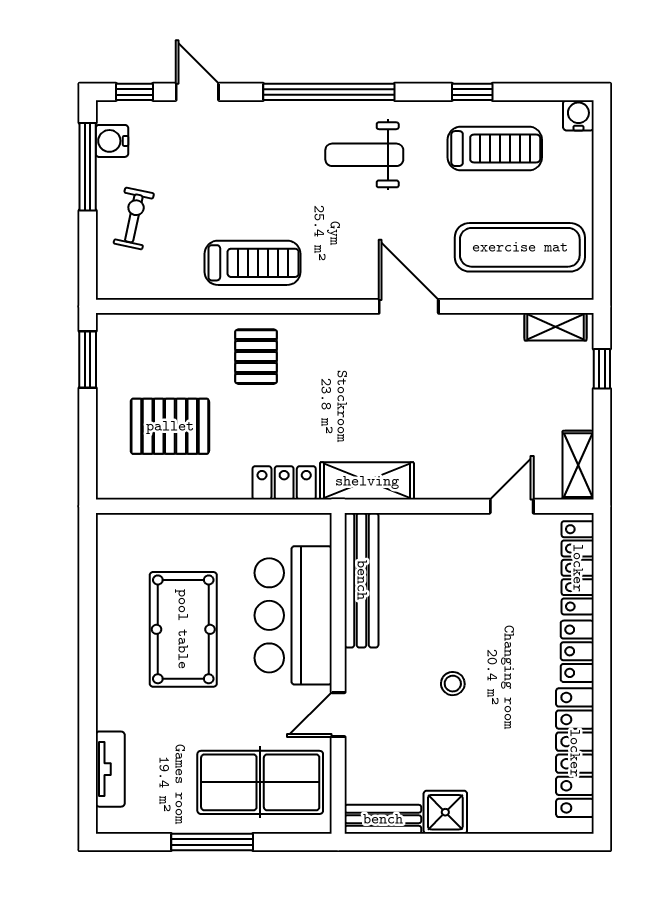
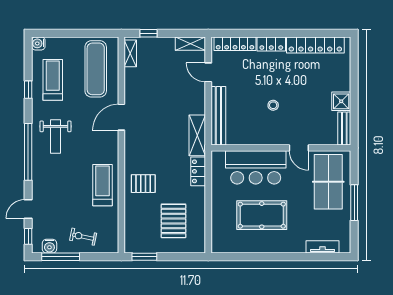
bench: (362, 580) -> (218, 116), moved, turned 90
stool: (453, 684) -> (273, 105), moved

